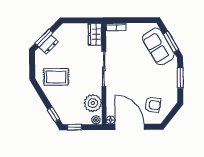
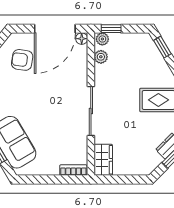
plant: (93, 103) -> (101, 57), width x0.53, depth x0.53
window: (75, 127) -> (111, 29), moved
door: (130, 127) -> (55, 29), hinge flipped

